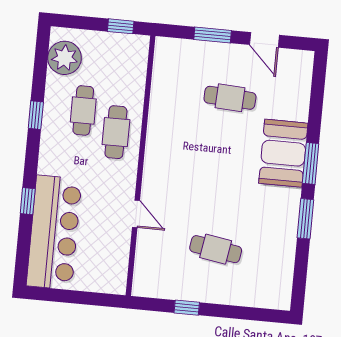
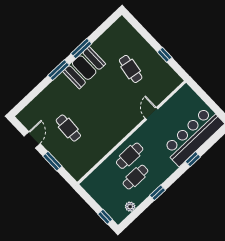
window: (121, 26) -> (105, 217), moved
plant: (65, 58) -> (130, 207), width x0.53, depth x0.53
booth: (283, 153) -> (84, 68), moved

